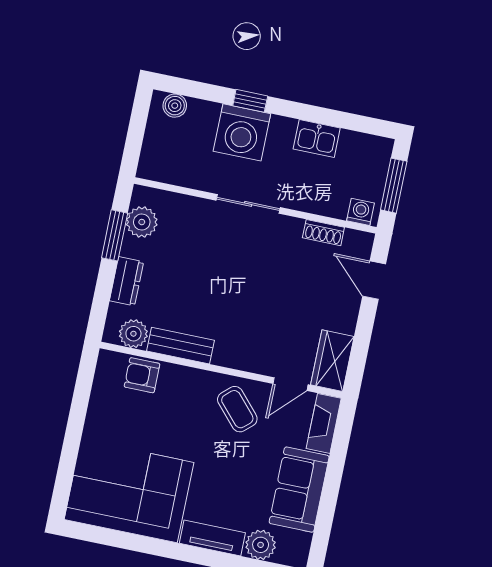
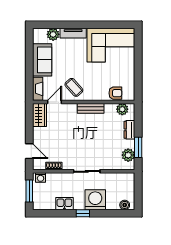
window: (250, 101) -> (83, 213), moved
bench: (181, 346) -> (91, 108), moved

